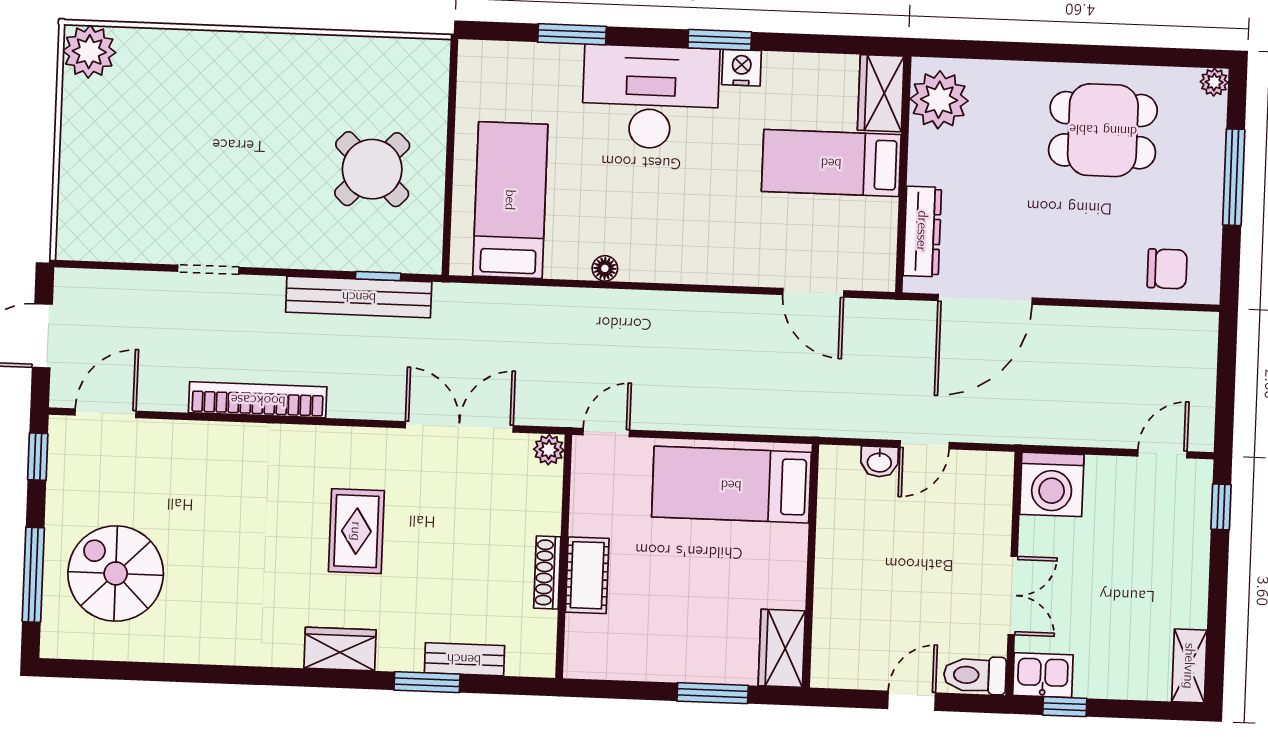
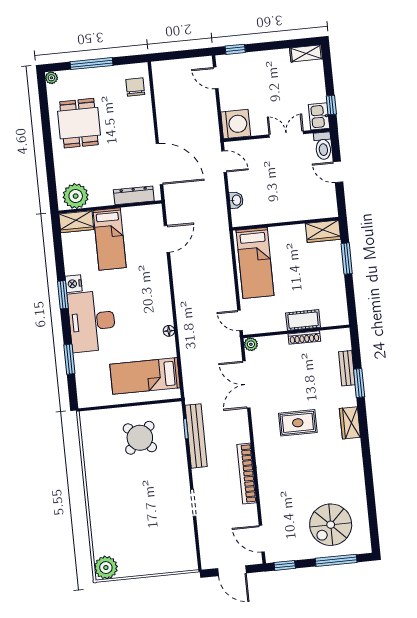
door: (925, 445) -> (224, 162), moved

